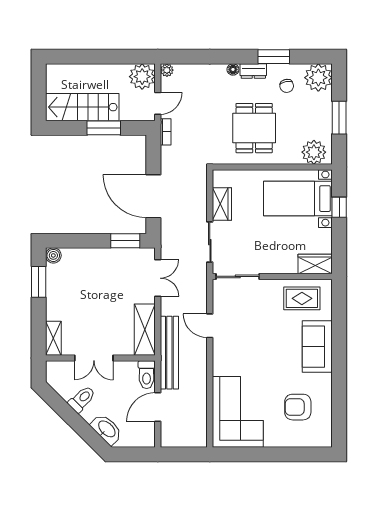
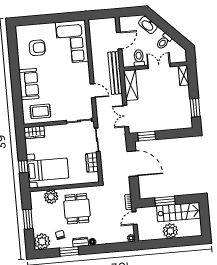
plant: (142, 77) -> (170, 231), moved
plant: (314, 152) -> (51, 197), moved
boiler: (53, 255) -> (188, 124), removed
toilet: (147, 375) -> (139, 58), moved

